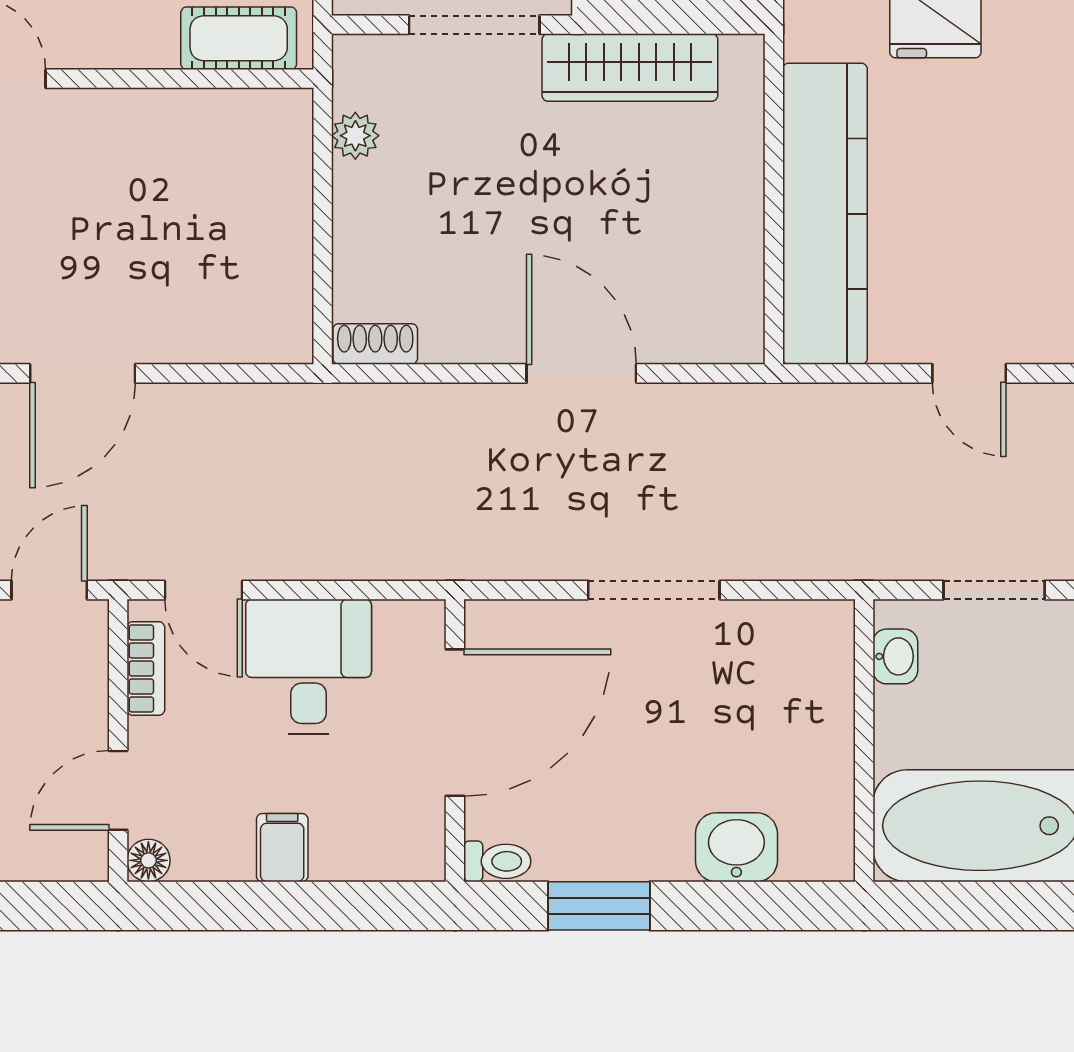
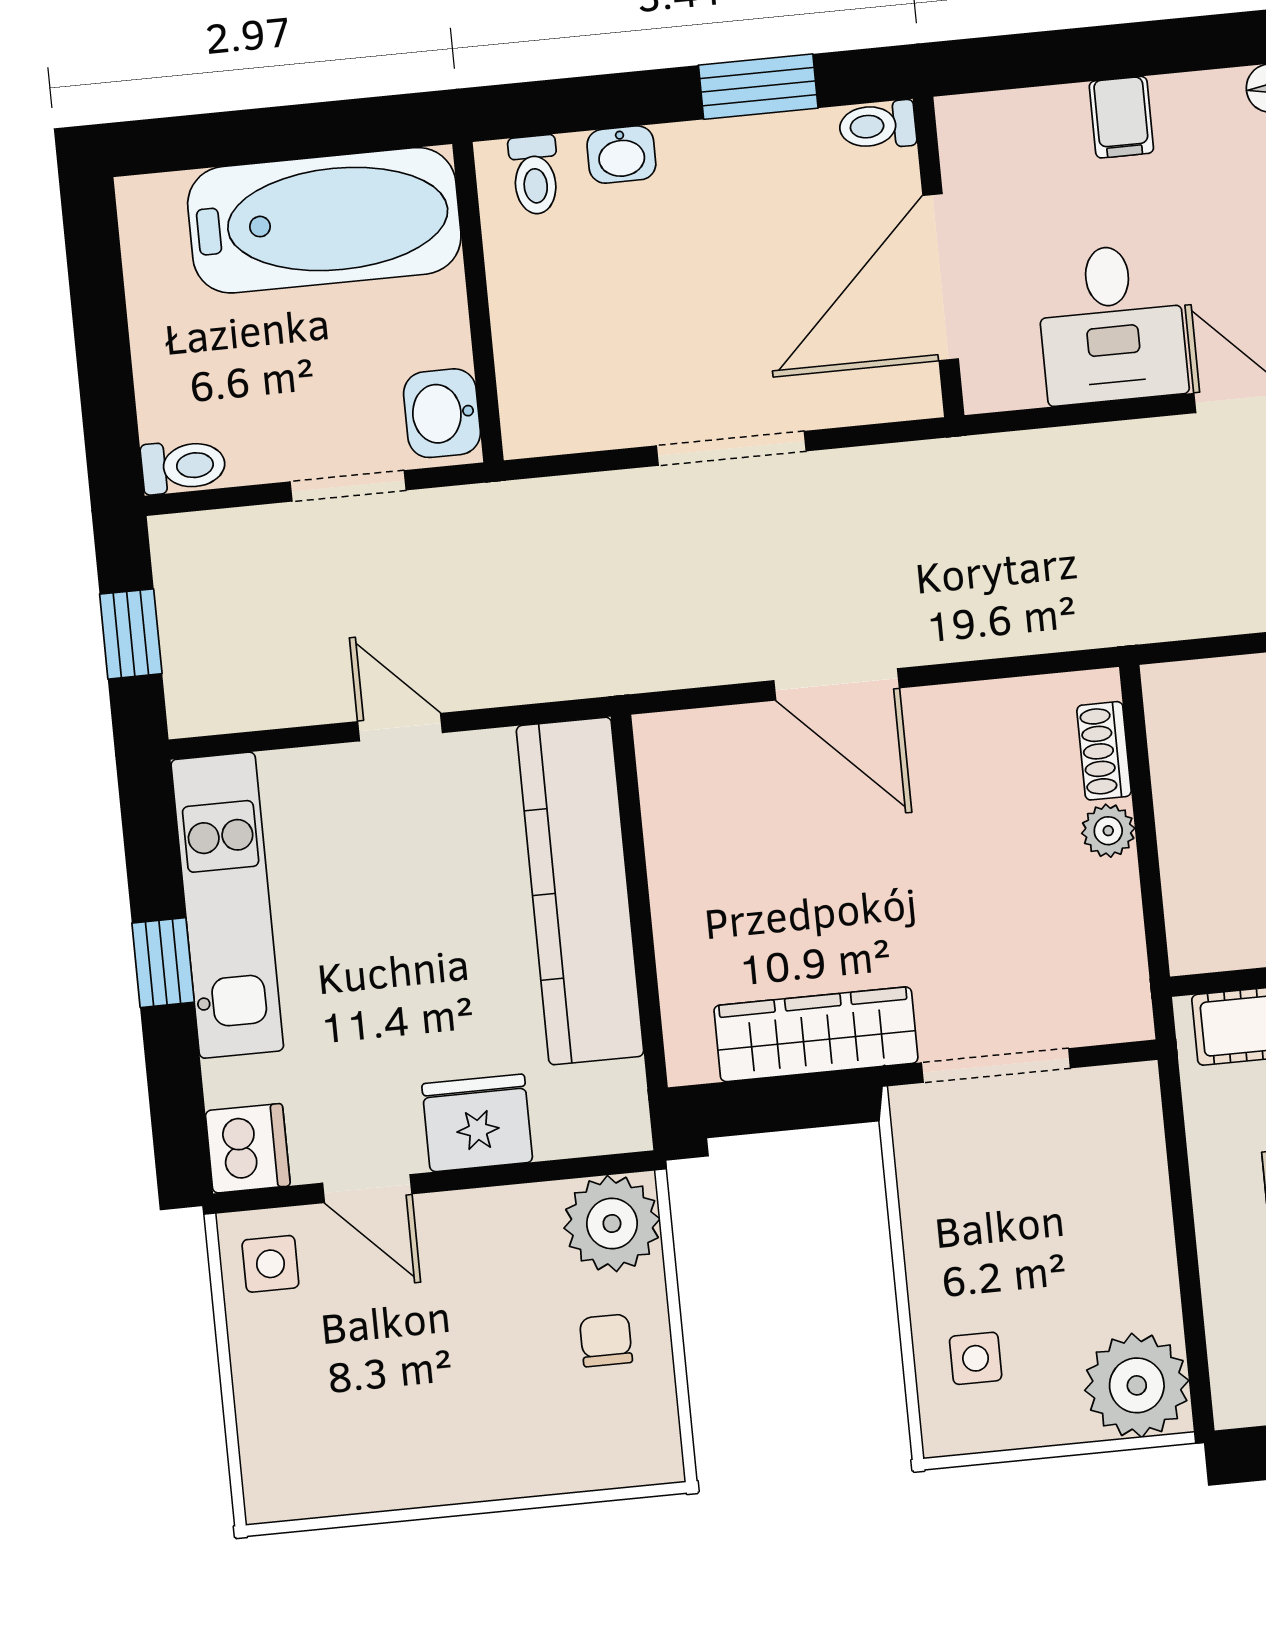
plant: (355, 136) -> (1108, 831), moved
shoe rack: (375, 344) -> (1104, 751), moved, turned 90
washbasin: (895, 656) -> (442, 413), width x1.38, depth x1.45
washbasin: (736, 847) -> (621, 155), width x0.72, depth x0.69
toilet: (803, 847) -> (535, 175), added

